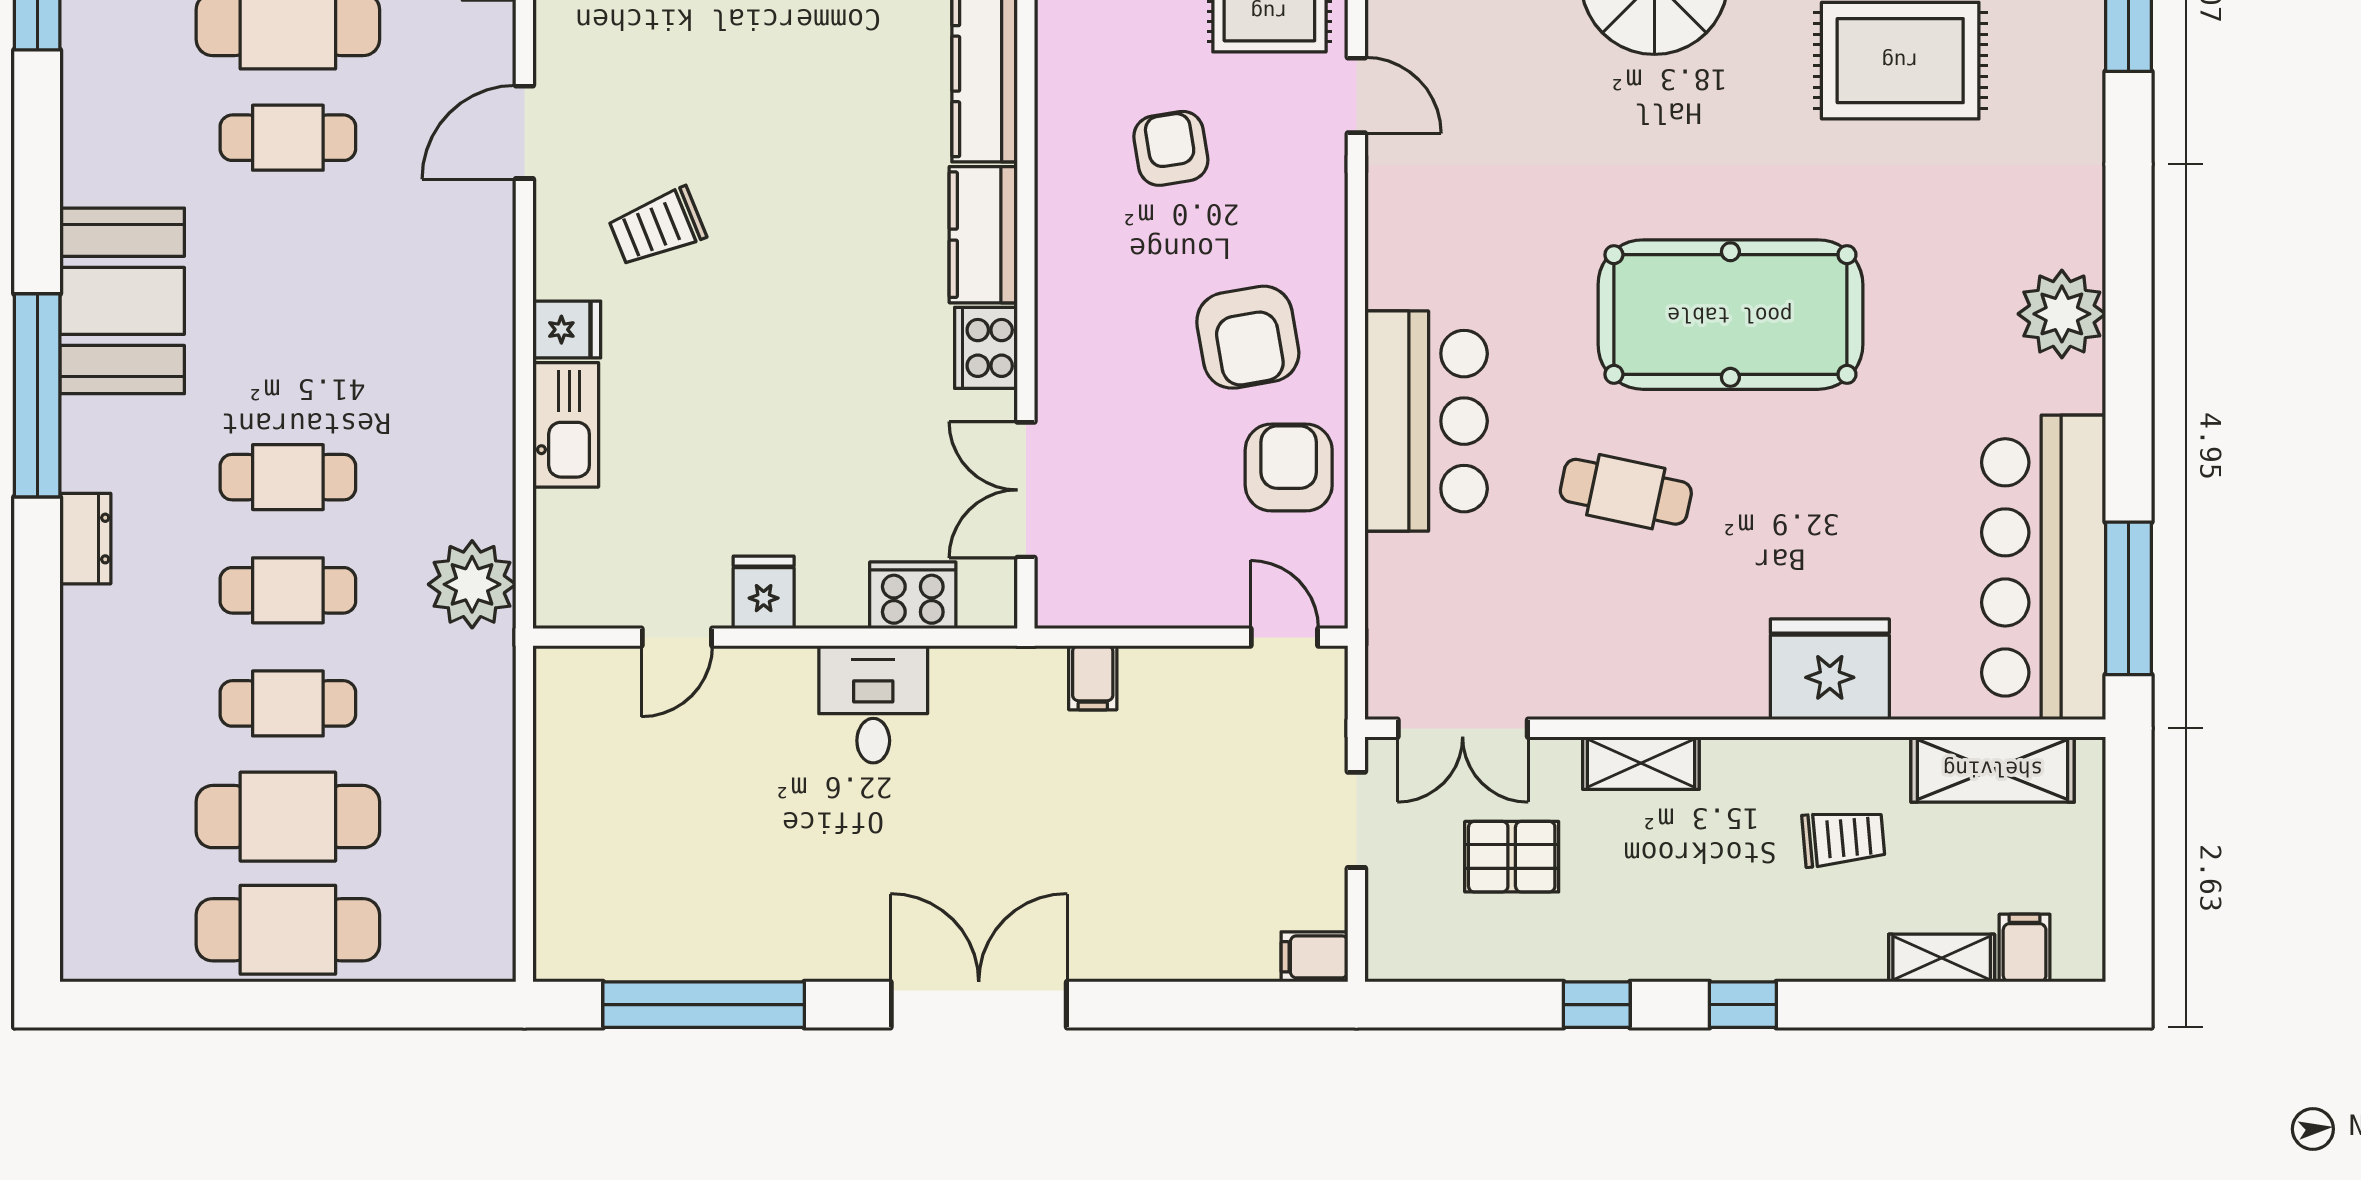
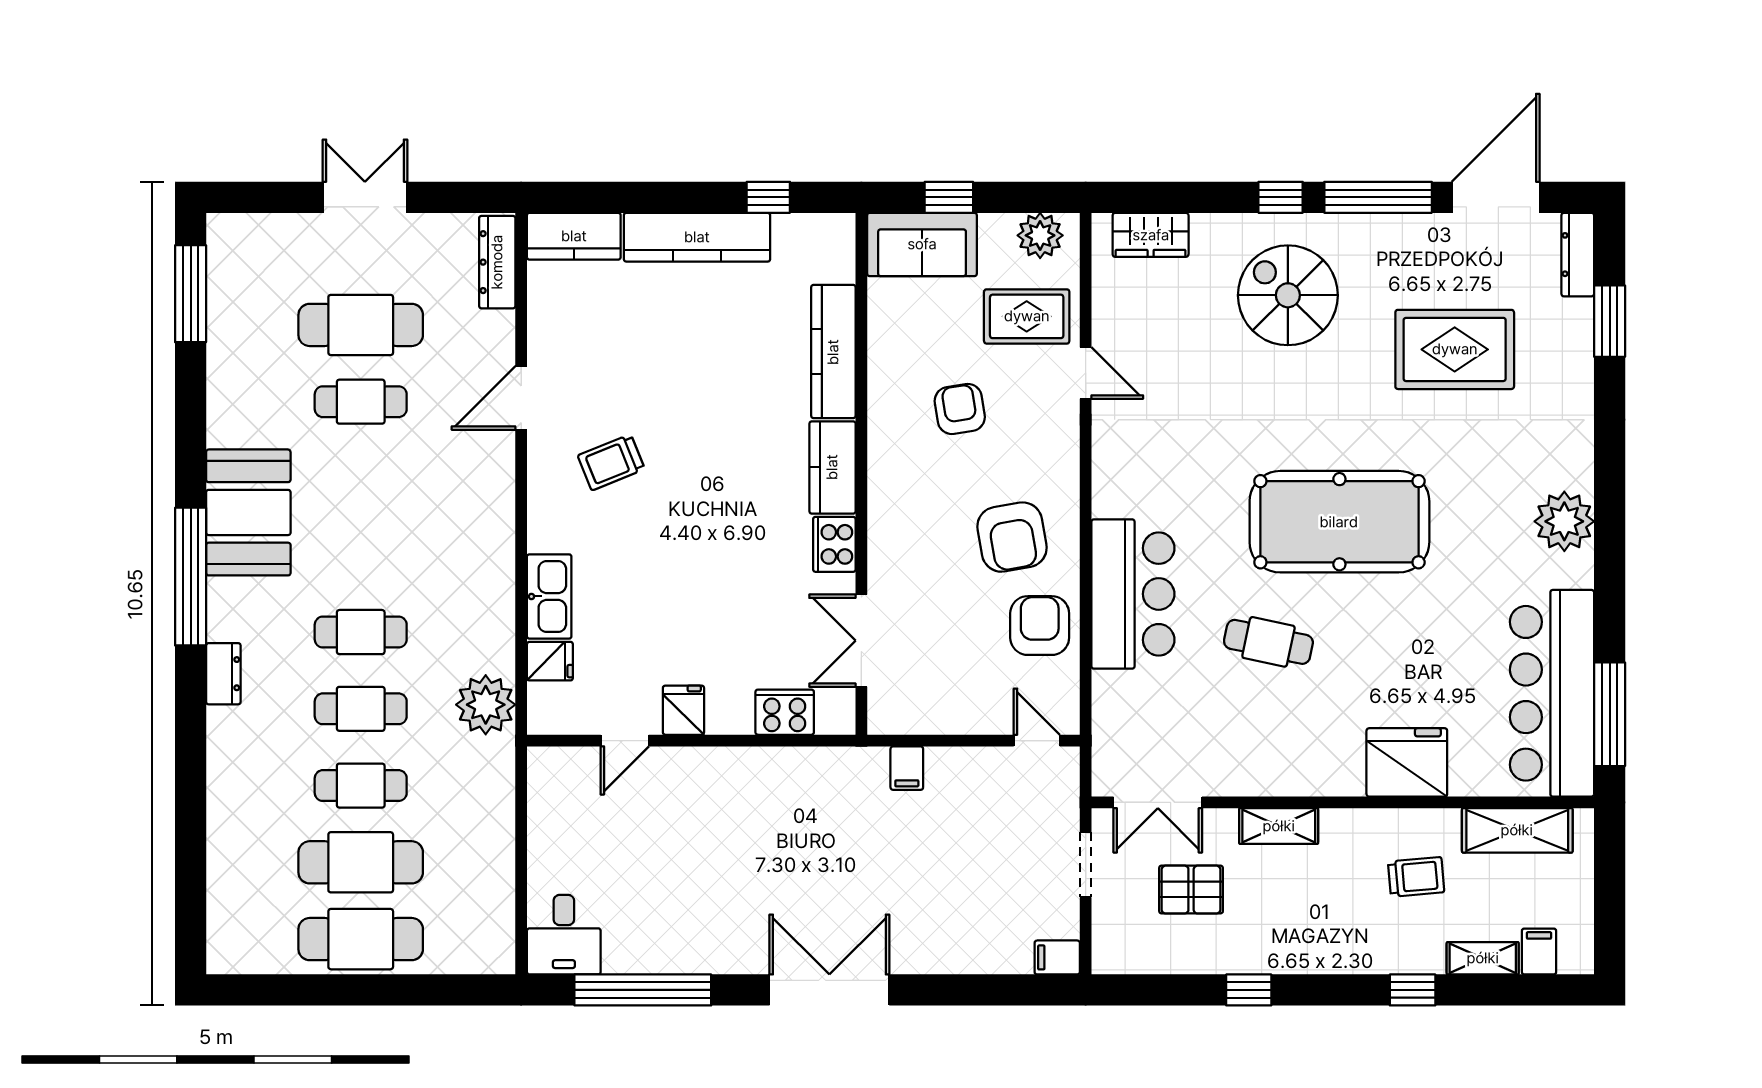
fridge: (567, 330) -> (550, 661), moved
desk: (873, 704) -> (564, 935), moved, turned 180
window: (1743, 1005) -> (1413, 990), moved

